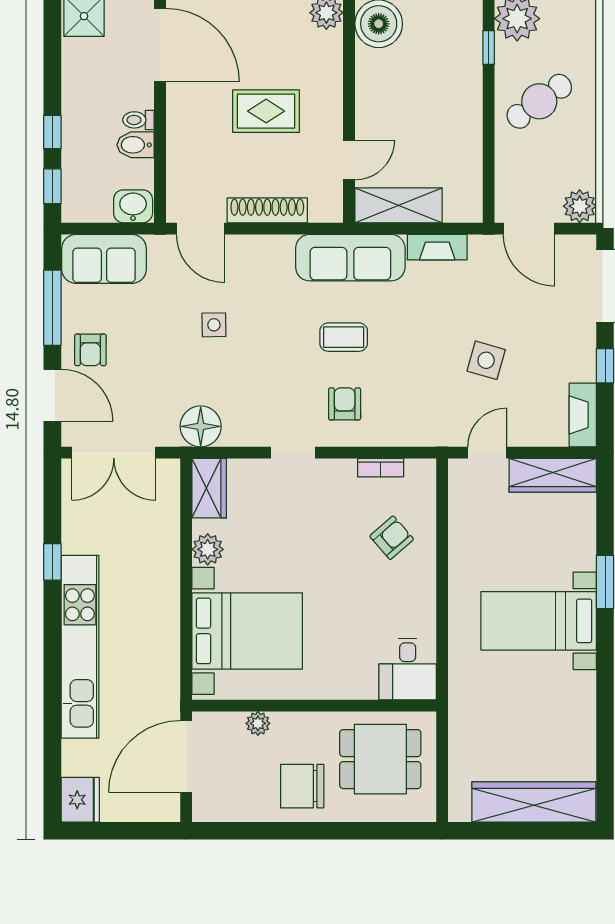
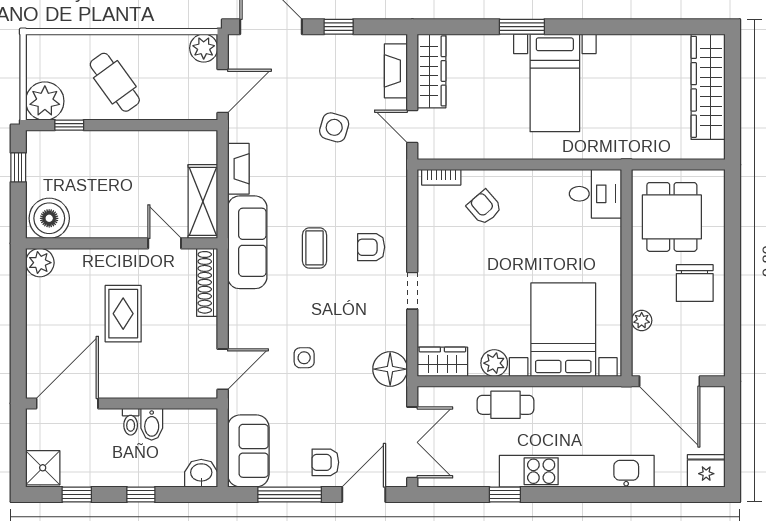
window: (52, 186) -> (77, 495), moved
washbasin: (133, 206) -> (201, 473), moved, turned 90
shoe rack: (267, 210) -> (207, 282), moved
armchair: (90, 350) -> (325, 462), turned 180
fireplace: (583, 415) -> (396, 71), moved, turned 90
bookcase: (381, 468) -> (441, 177), moved, turned 90
cafe table: (158, 563) -> (506, 405), added

